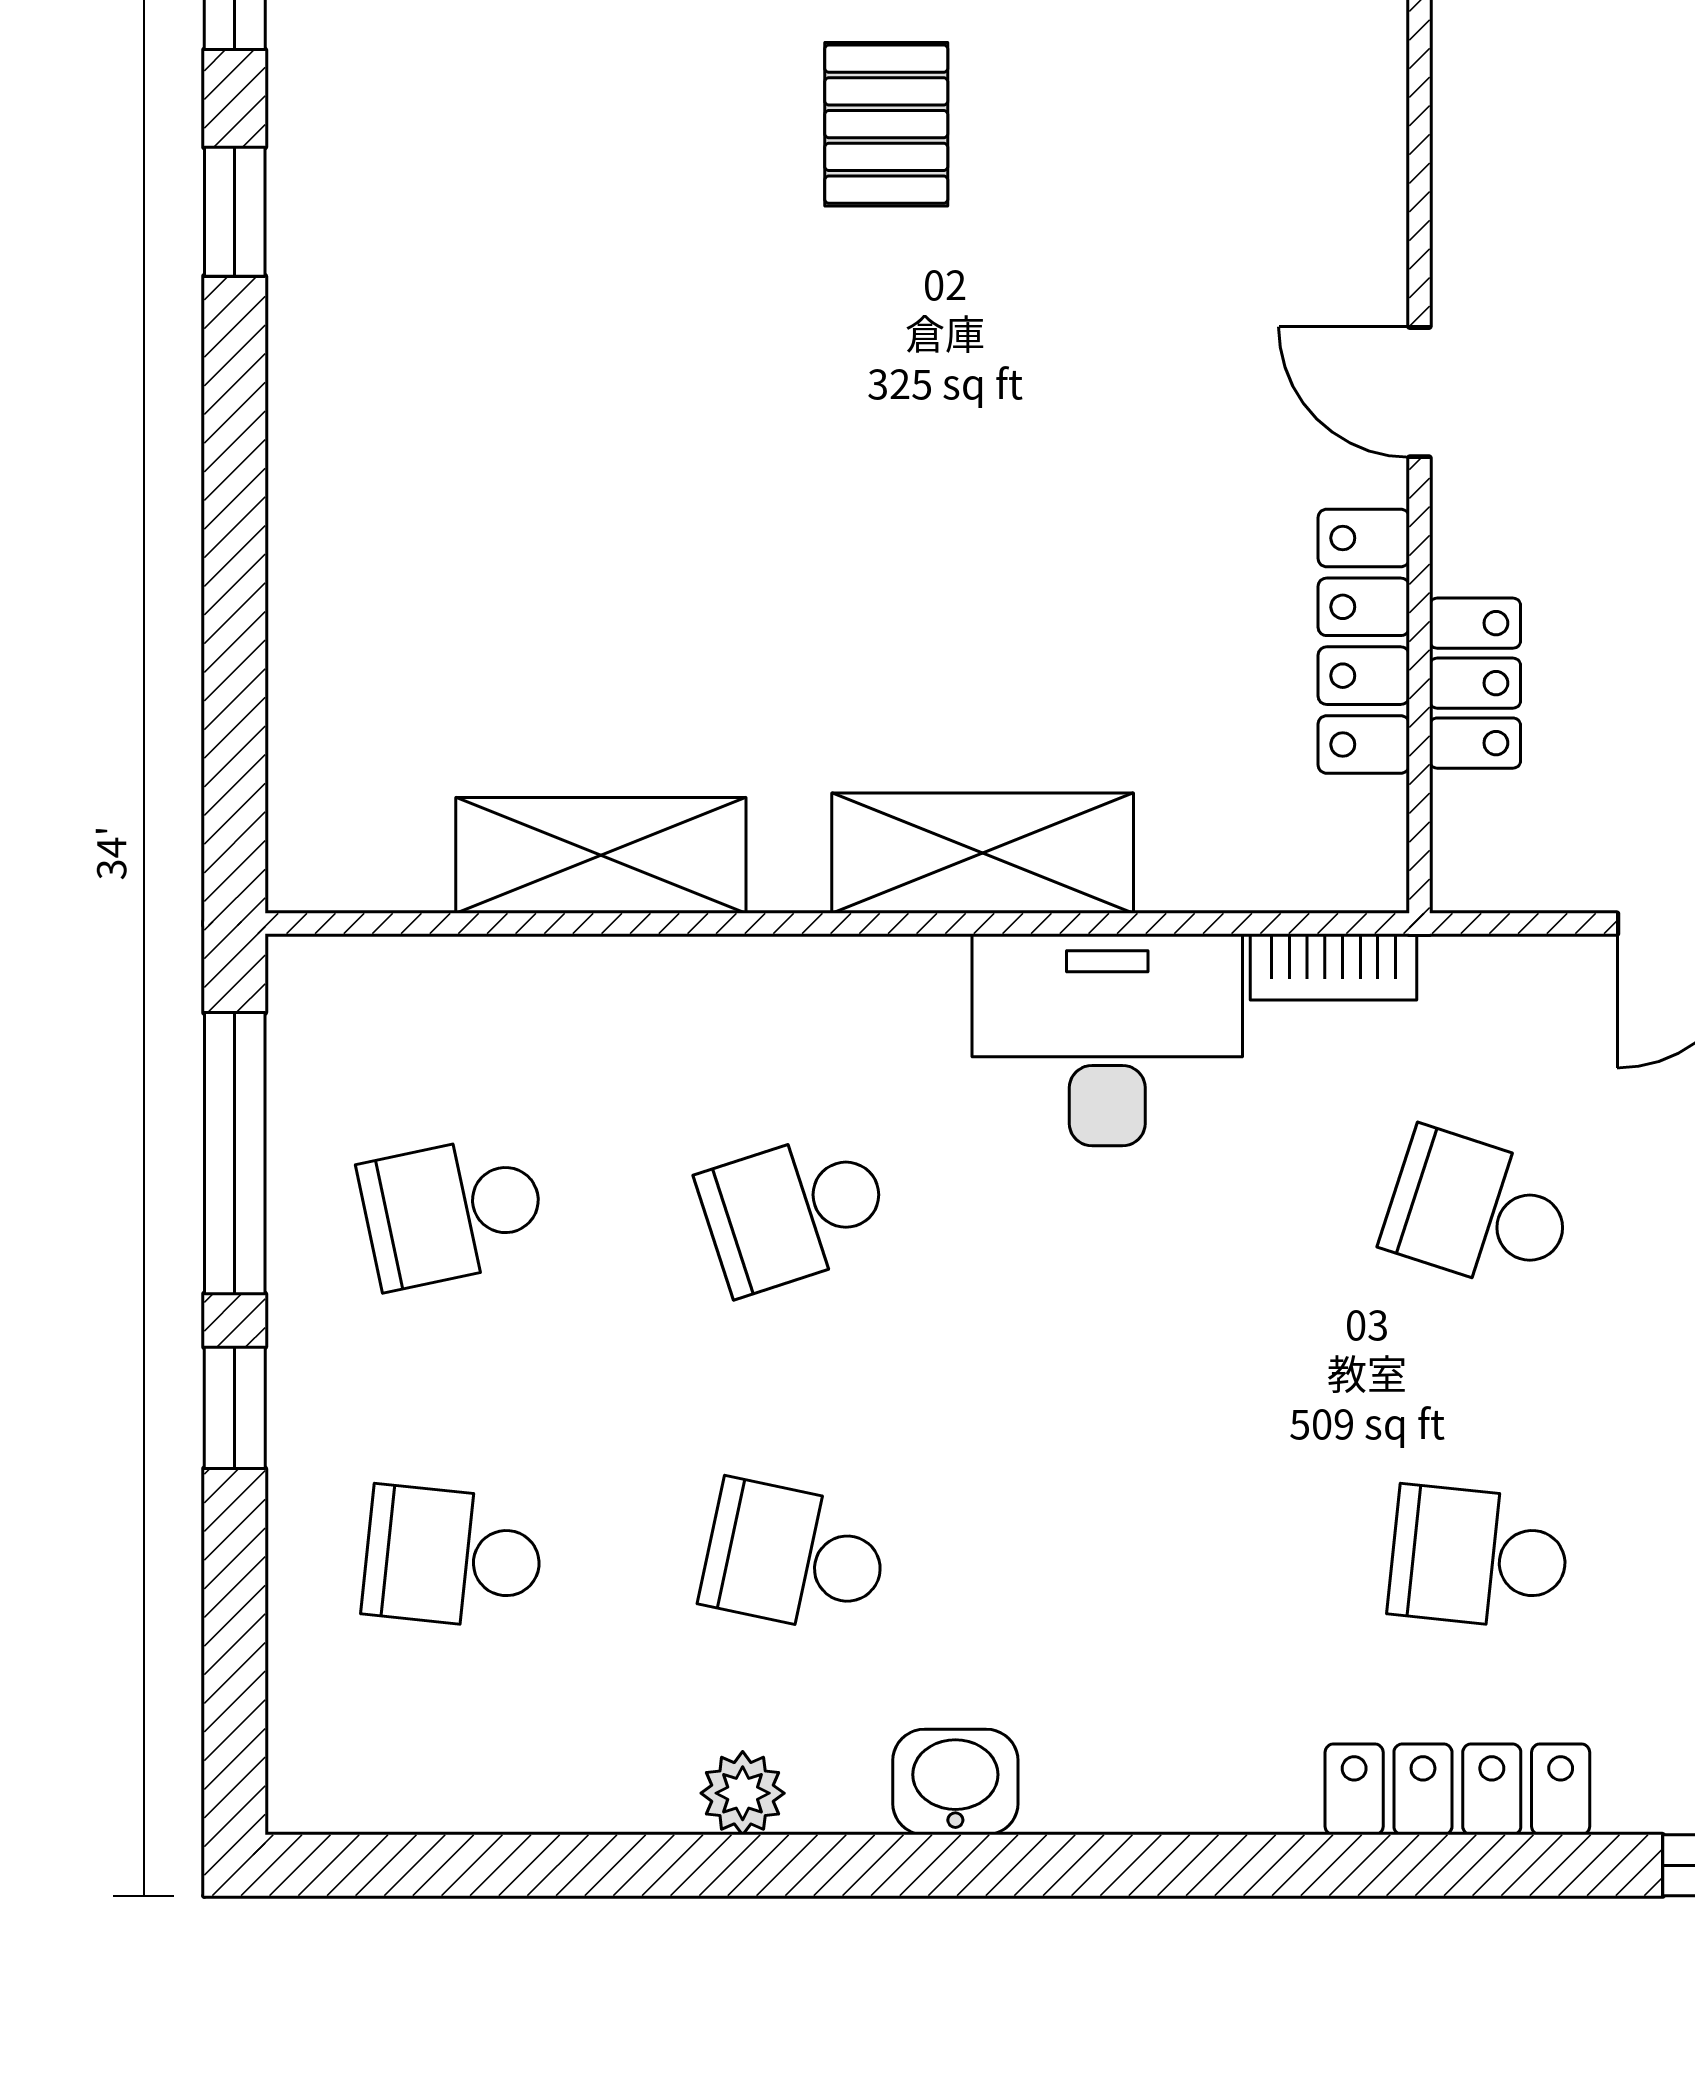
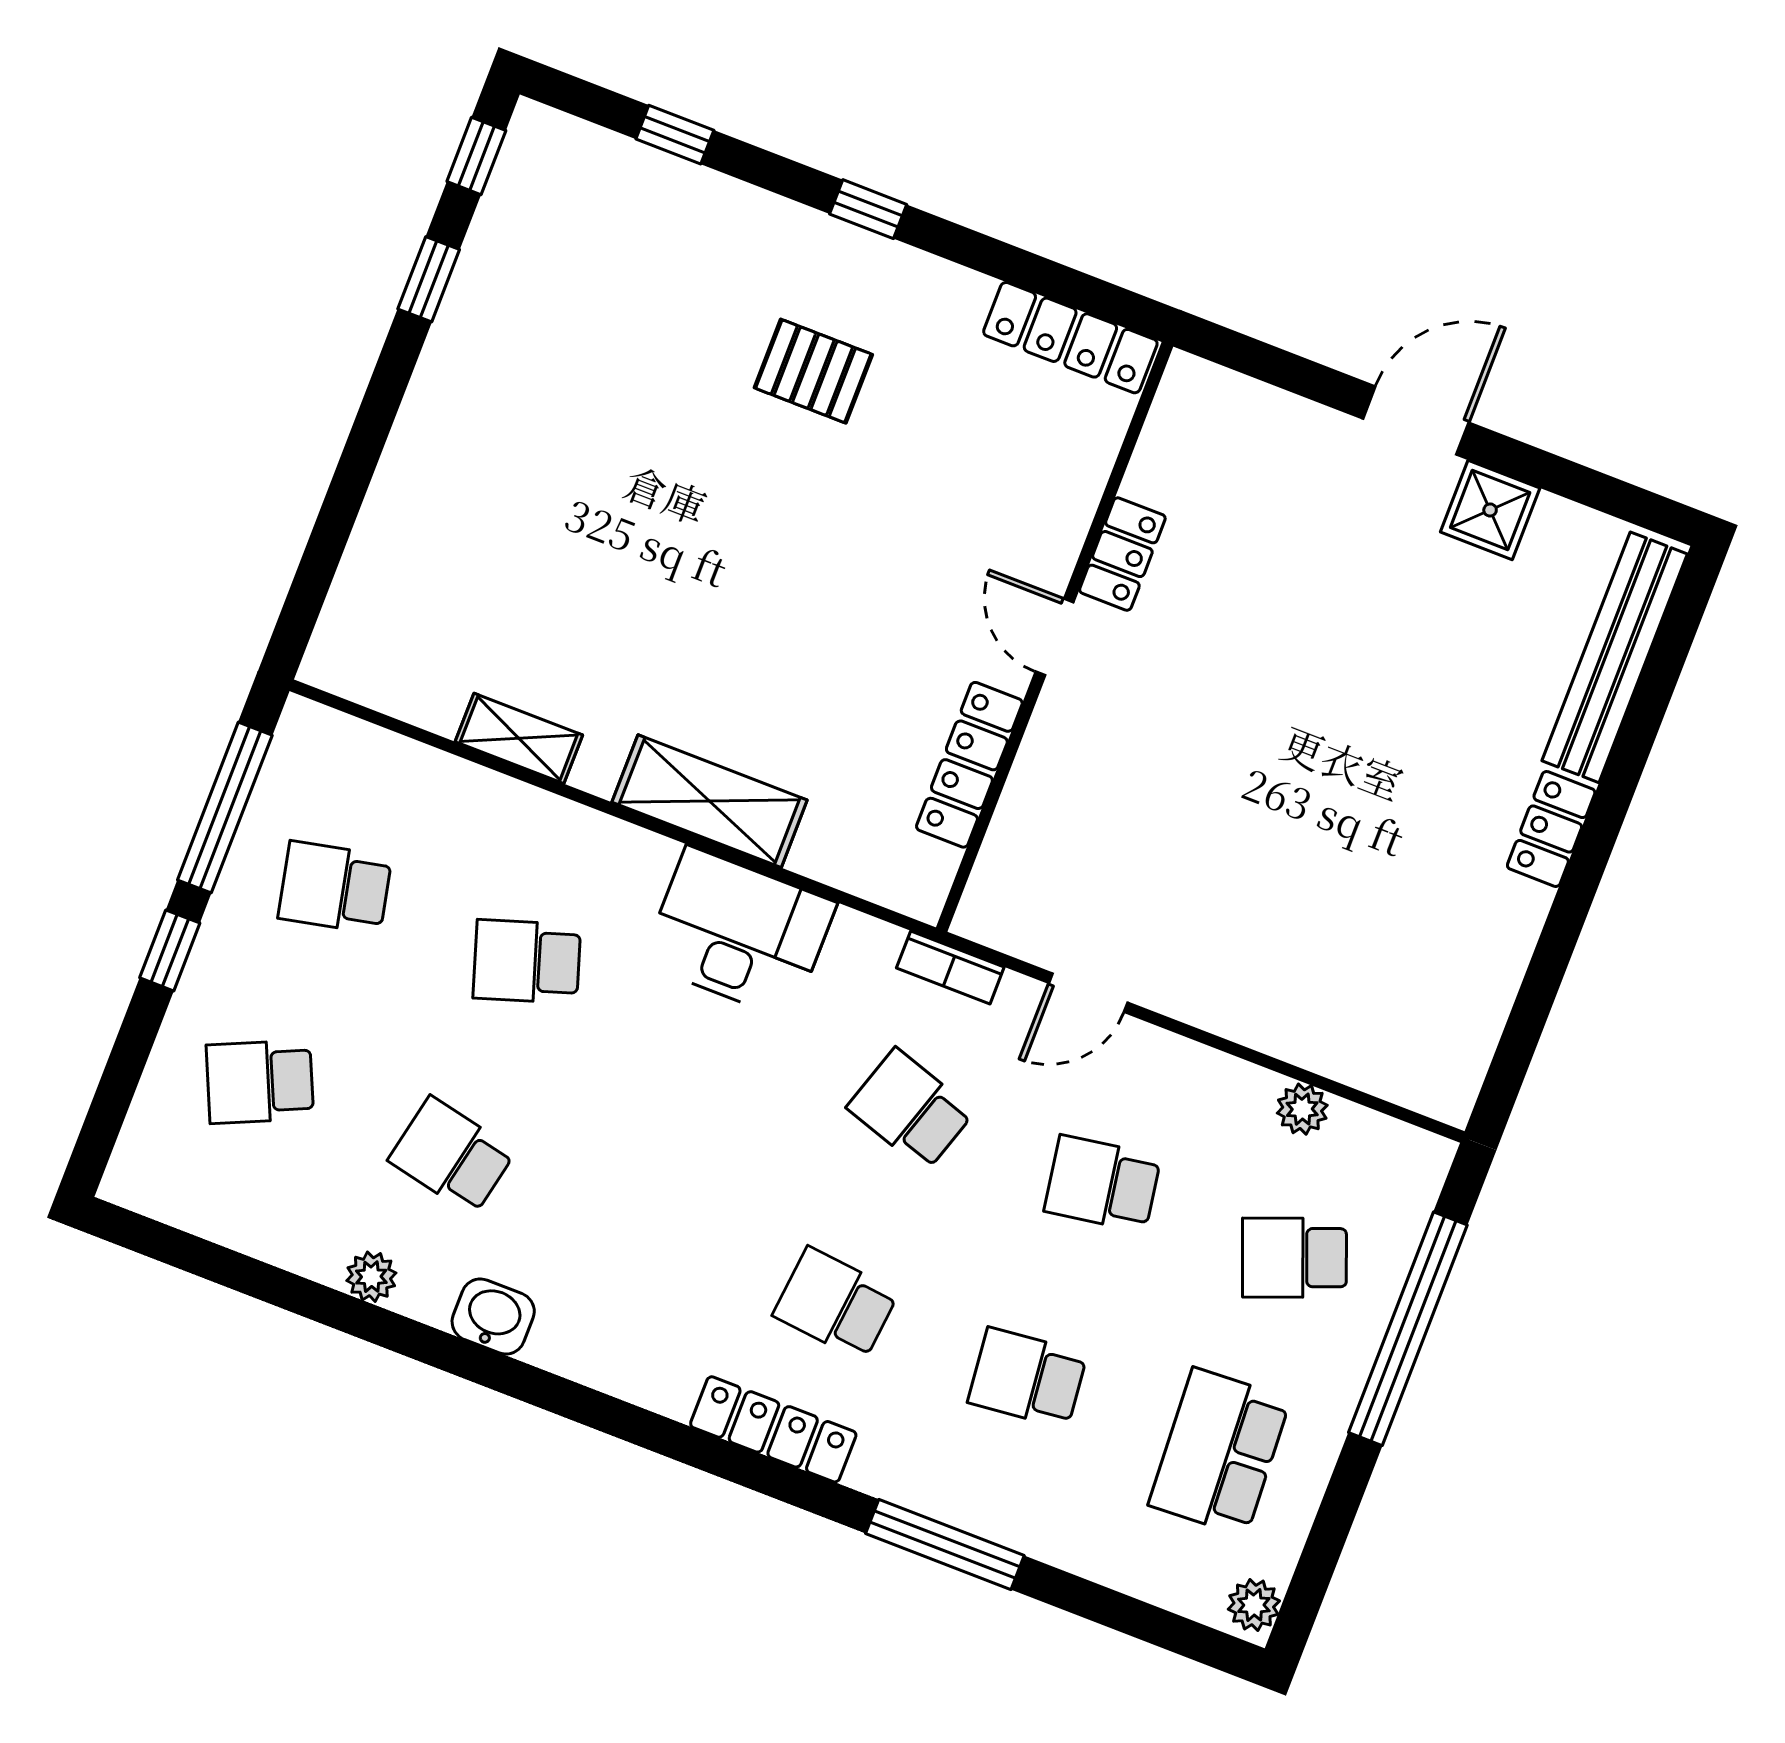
pallet: (886, 124) -> (813, 371), turned 90
locker: (1475, 683) -> (1122, 554), moved
shelving: (601, 855) -> (519, 738), width x0.67, depth x0.75
bookcase: (1334, 967) -> (950, 967), moved
school desk: (453, 1557) -> (260, 1082), turned -30

